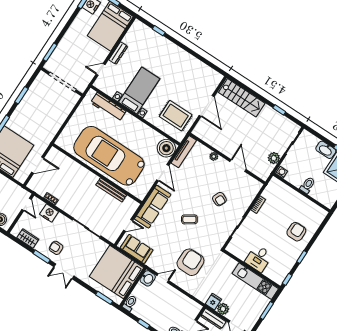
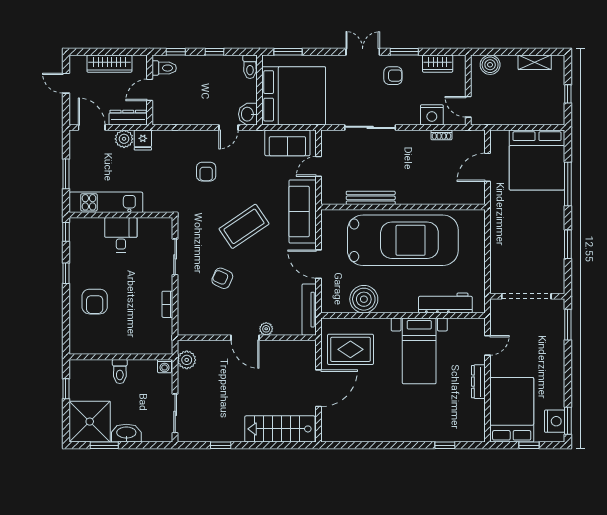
door: (207, 106) -> (319, 388), swing flipped
boiler: (166, 148) -> (364, 299), moved
plant: (274, 158) -> (187, 360), moved
door: (238, 166) -> (245, 338), moved
coffee table: (189, 219) -> (244, 226), width x1.86, depth x1.72
armchair: (190, 262) -> (206, 172), width x0.53, depth x0.53

